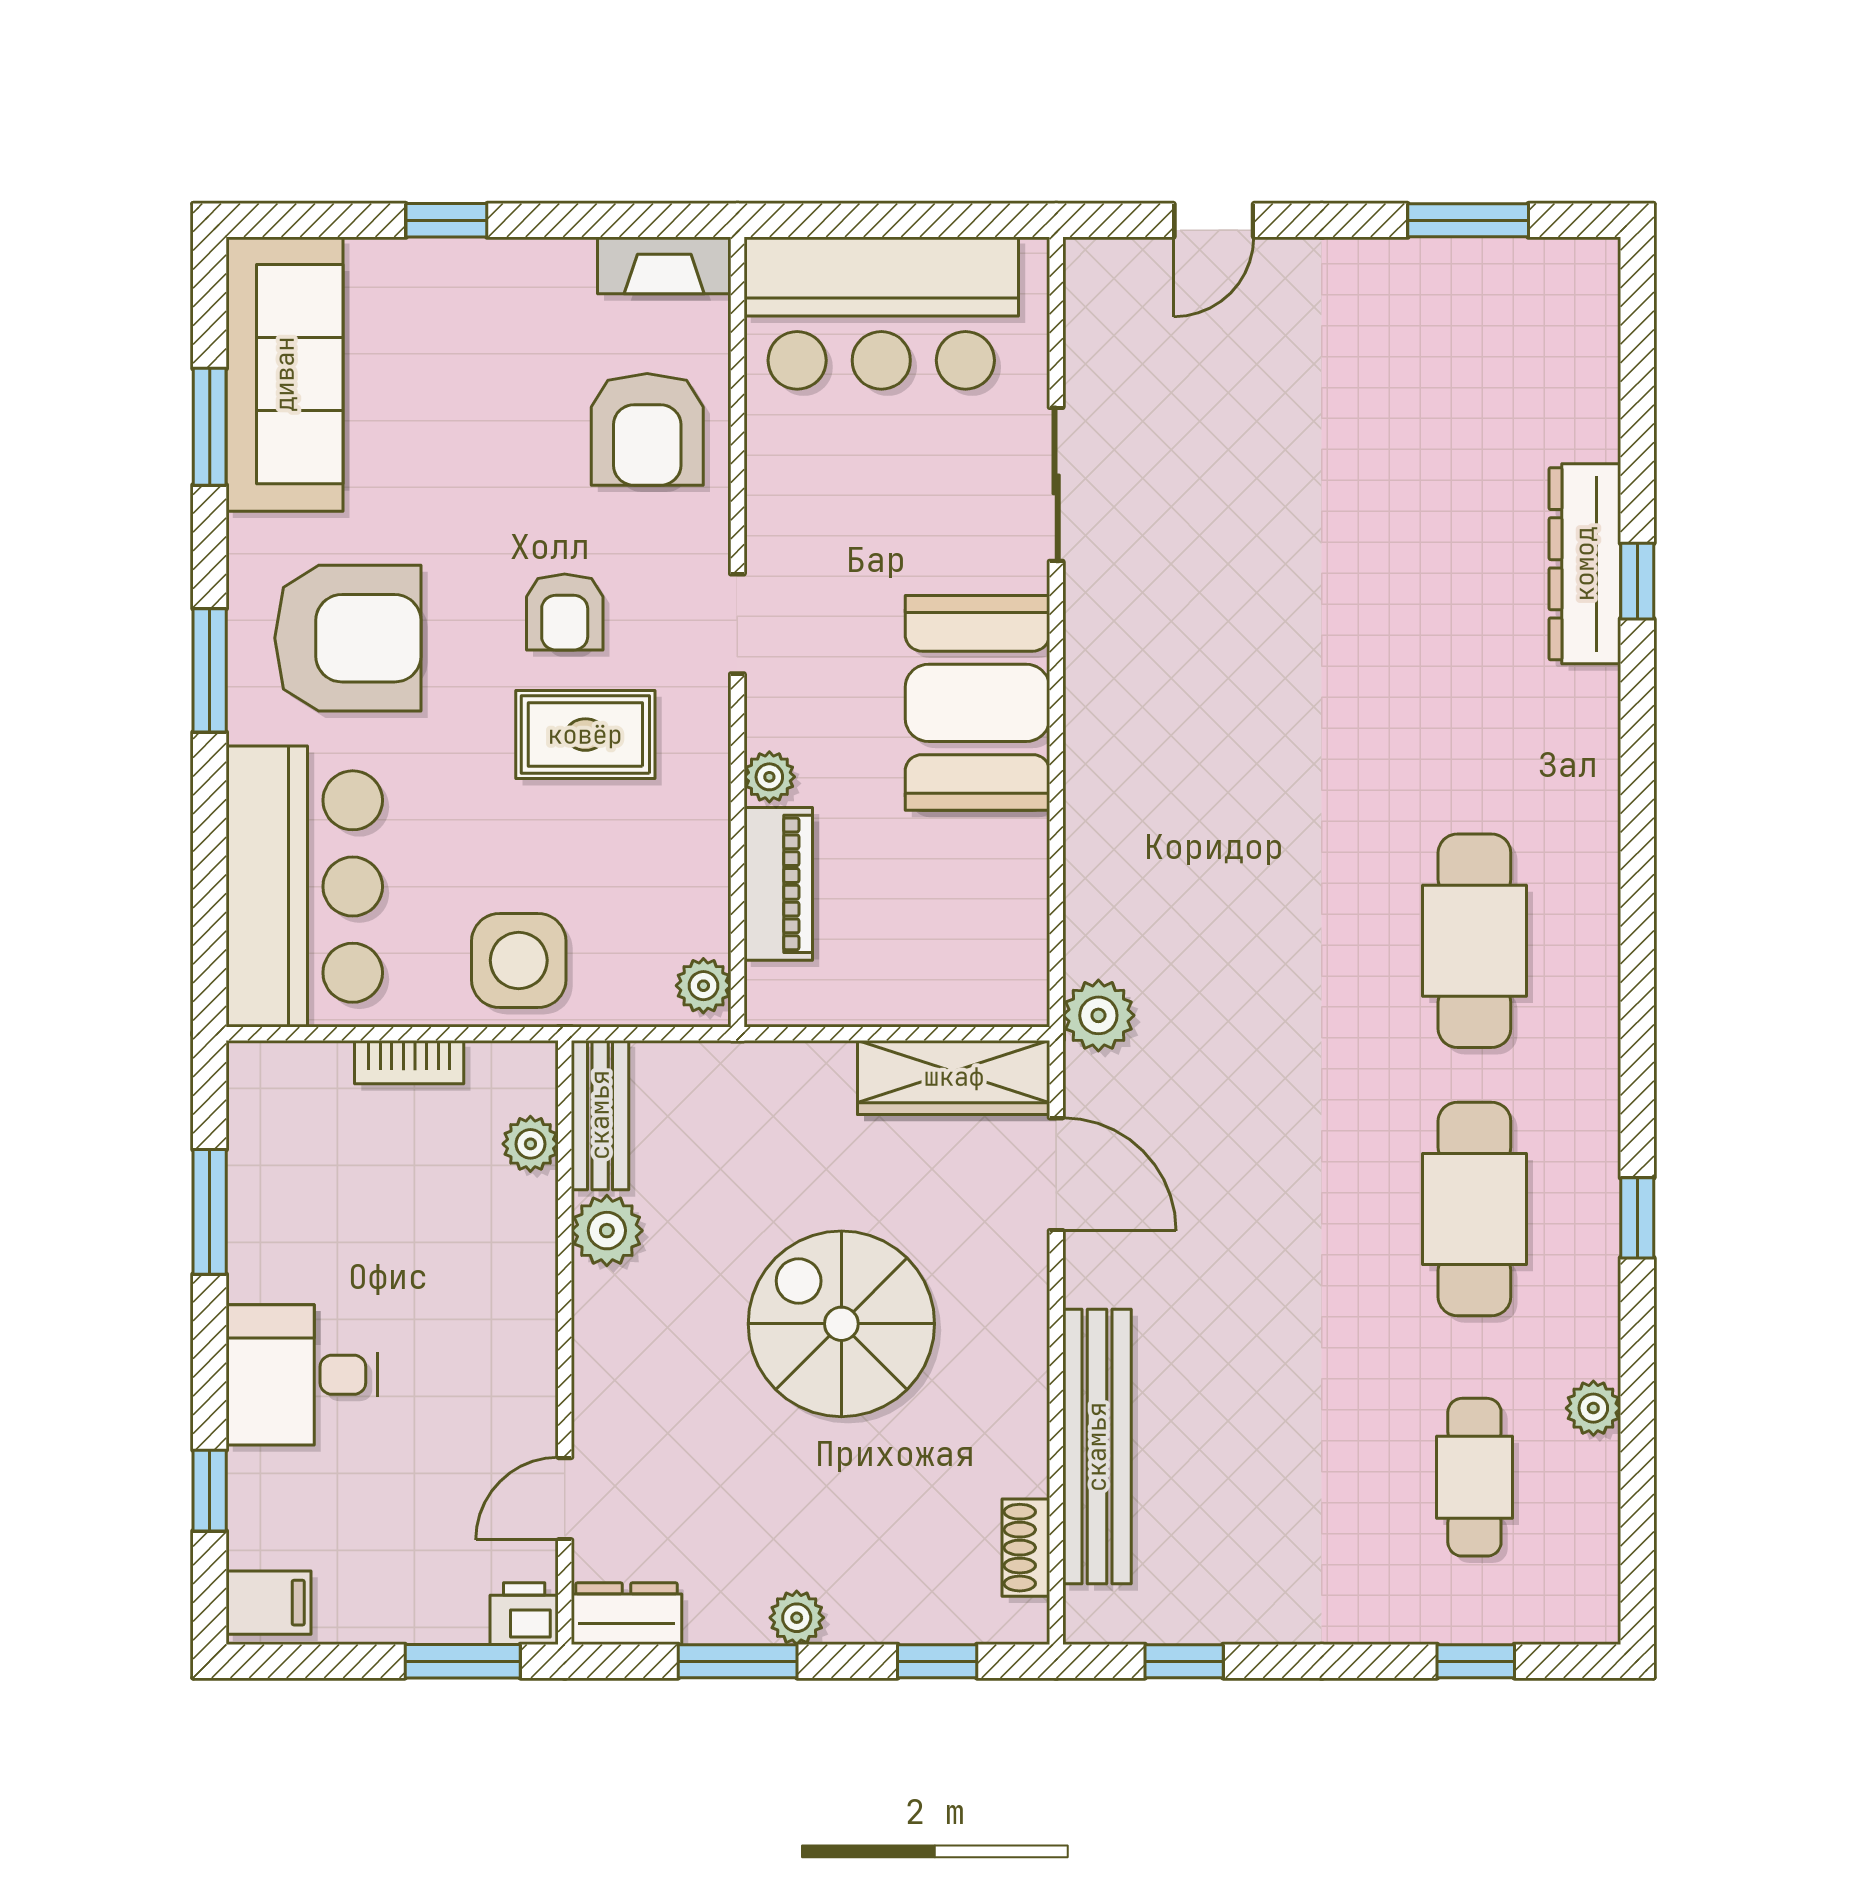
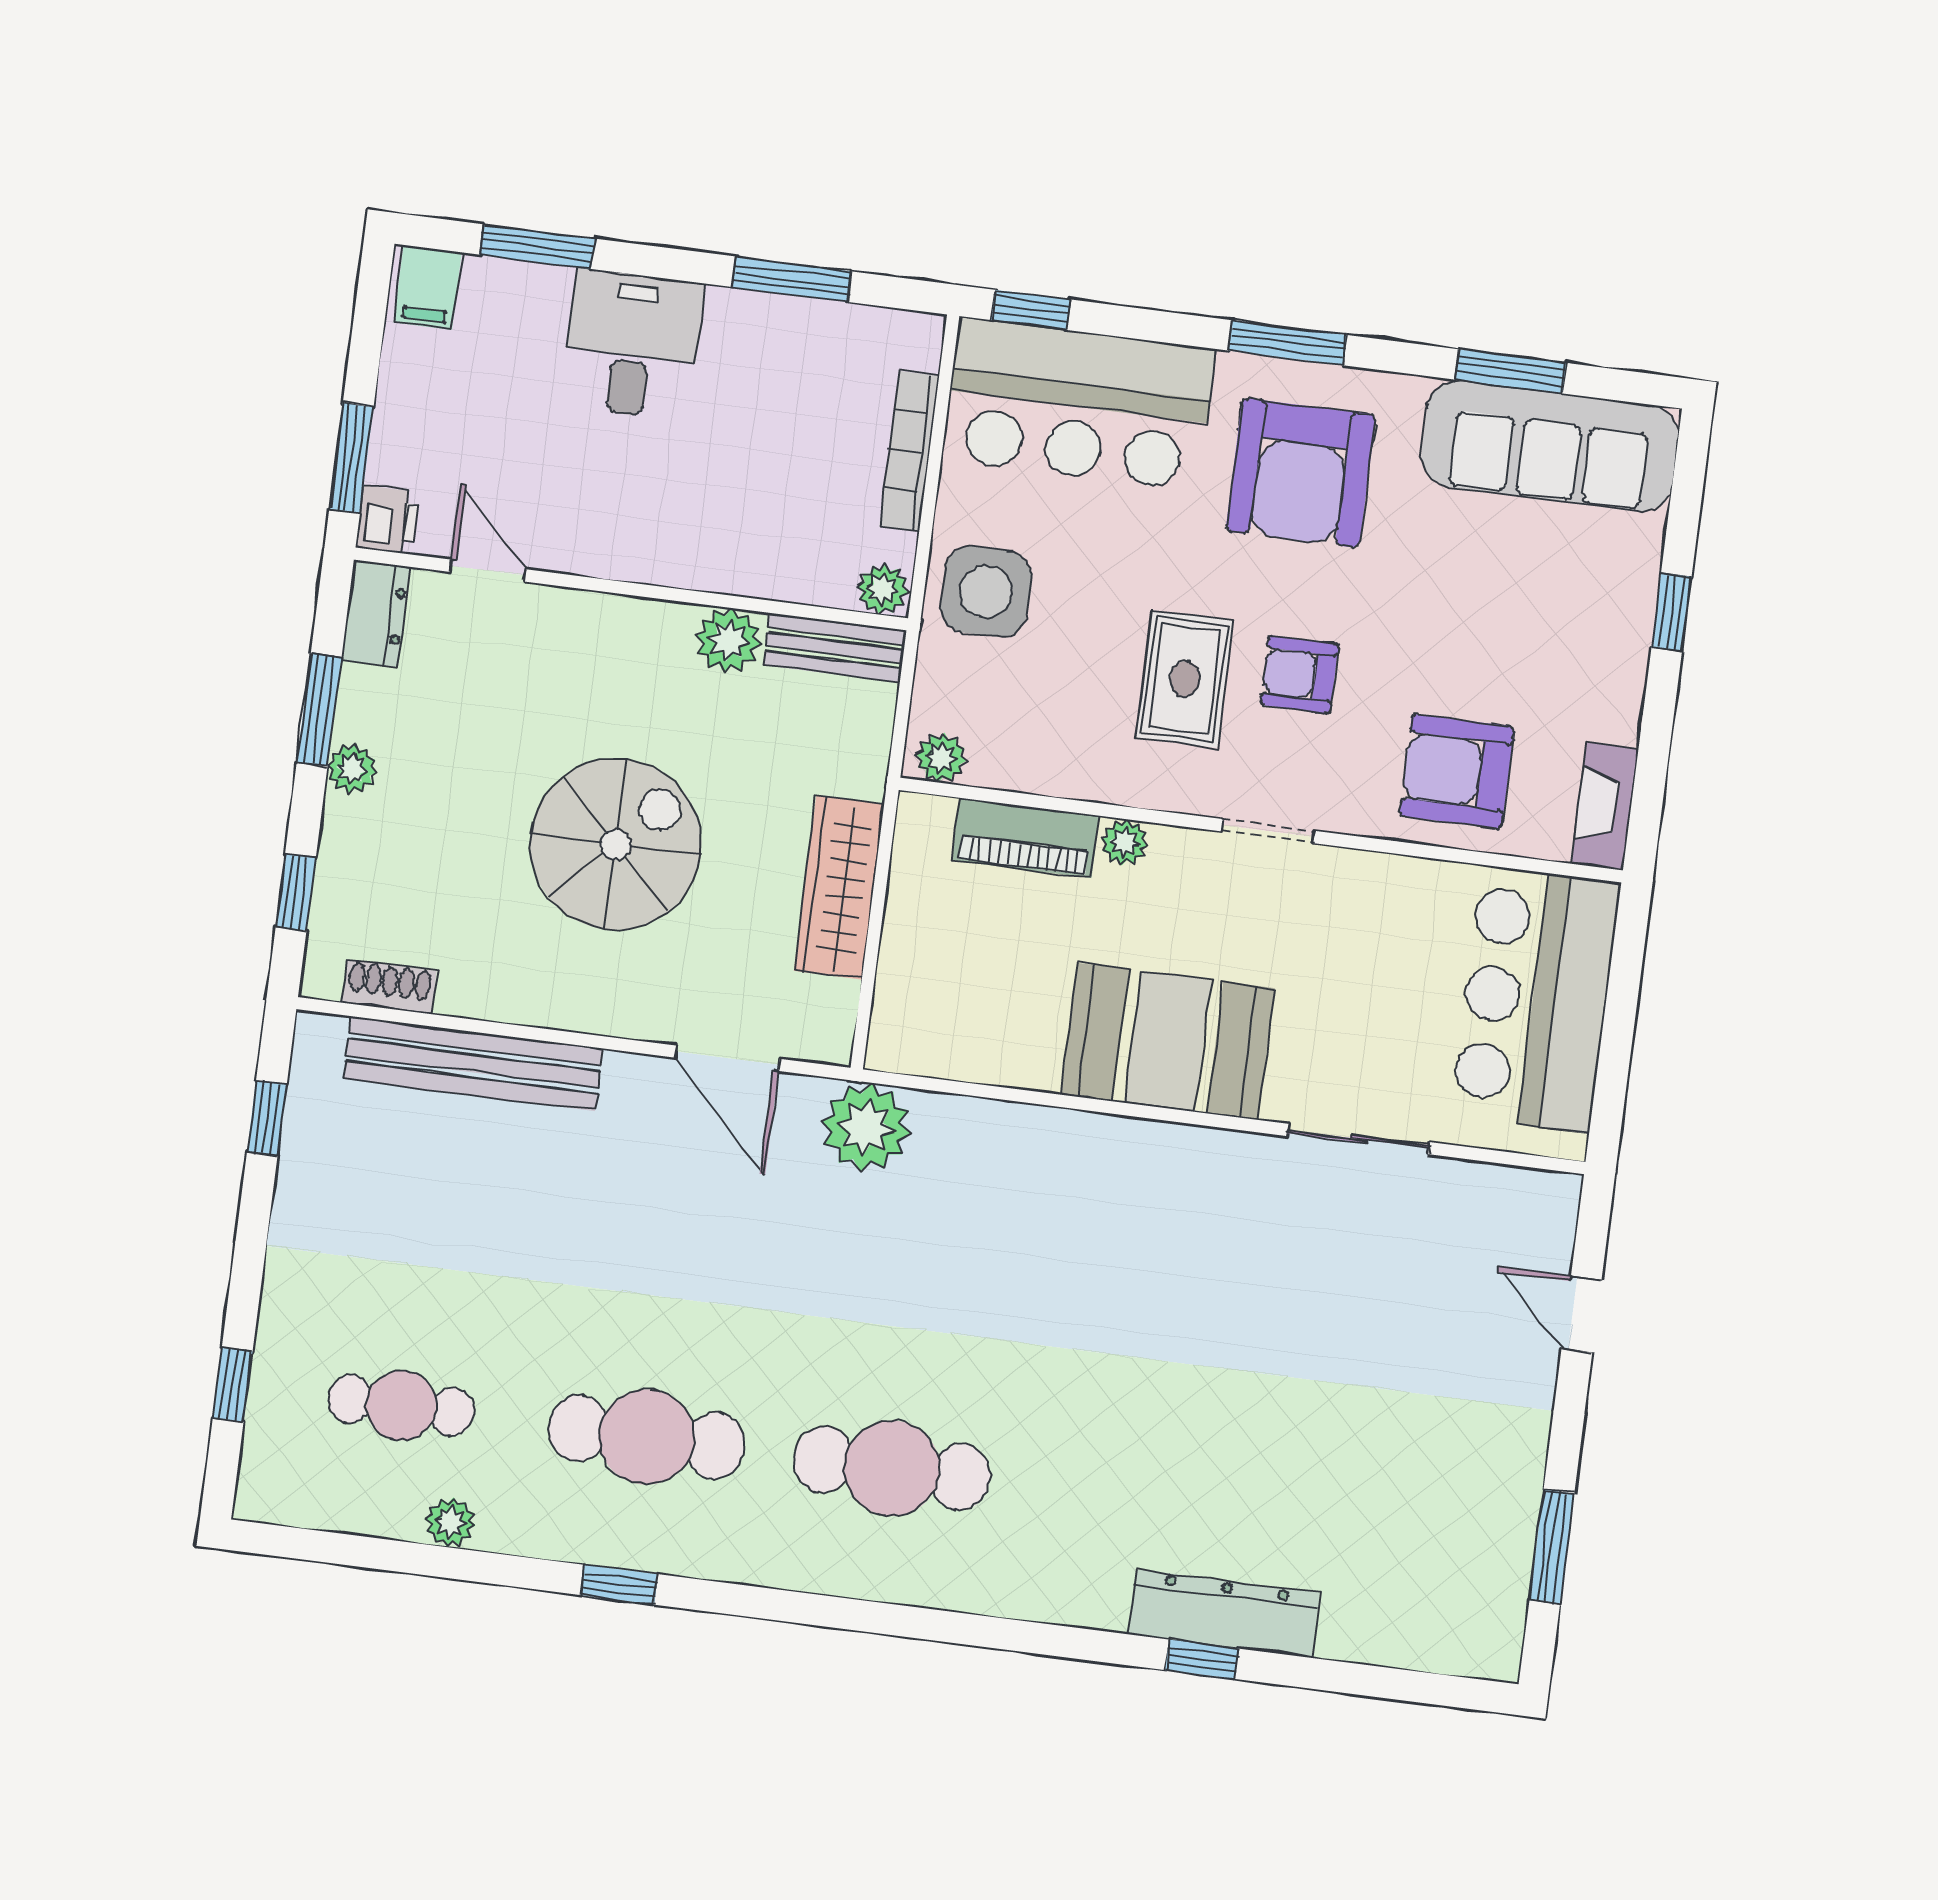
window: (210, 951) -> (1031, 310), added
plant: (1098, 1015) -> (866, 1127), width x1.36, depth x1.36
bookcase: (409, 1062) -> (909, 451), width x1.56
wardrobe: (954, 1077) -> (839, 887), moved
plant: (530, 1144) -> (883, 589), moved
door: (1056, 1174) -> (727, 1058), hinge flipped
window: (210, 1491) -> (537, 247), width x1.50

